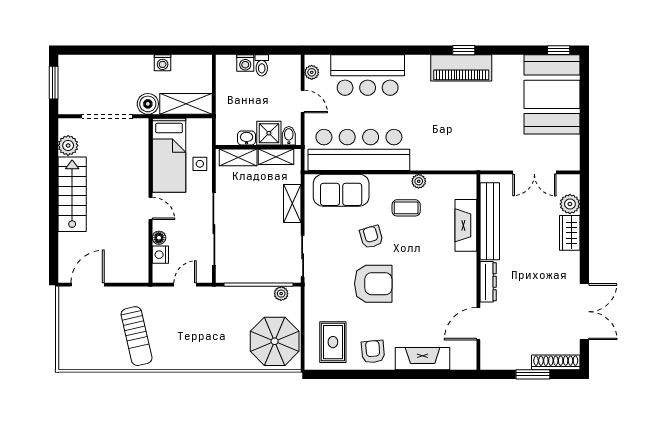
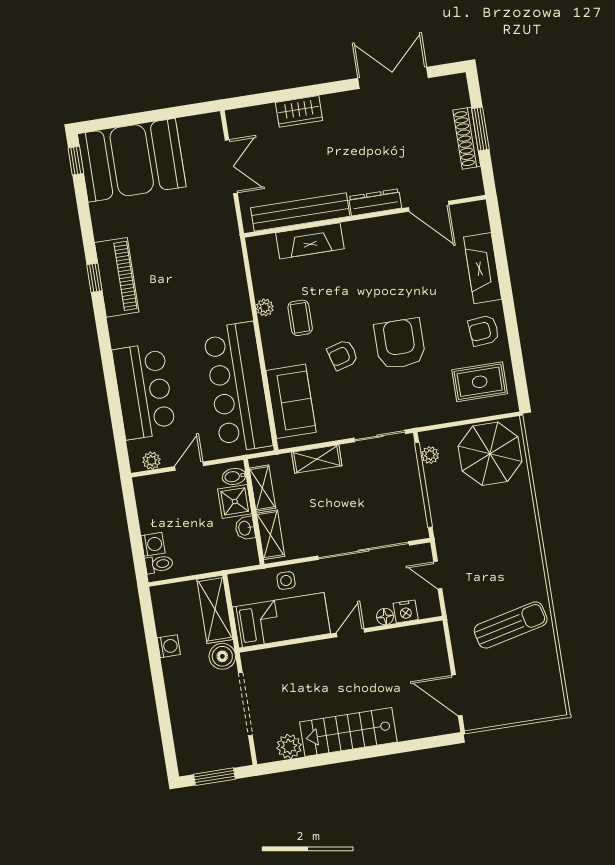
toilet: (262, 65) -> (159, 564), moved
plant: (570, 204) -> (263, 117), removed
shoe rack: (556, 362) -> (467, 138), moved

